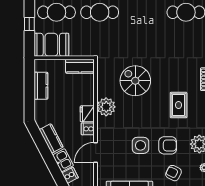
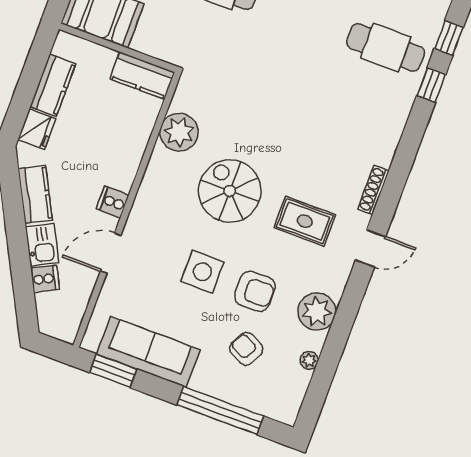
spiral stairs: (135, 81) -> (230, 191), moved
rug: (179, 105) -> (305, 221), turned 90
plant: (106, 107) -> (179, 132), moved
fridge: (87, 114) -> (37, 129), moved, turned 180

